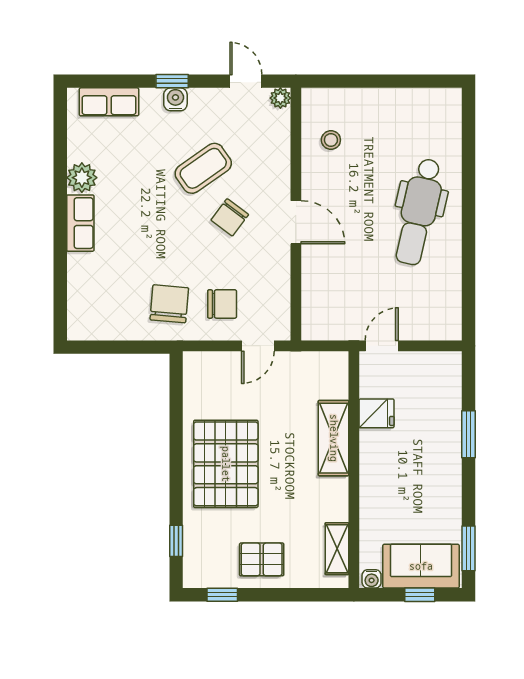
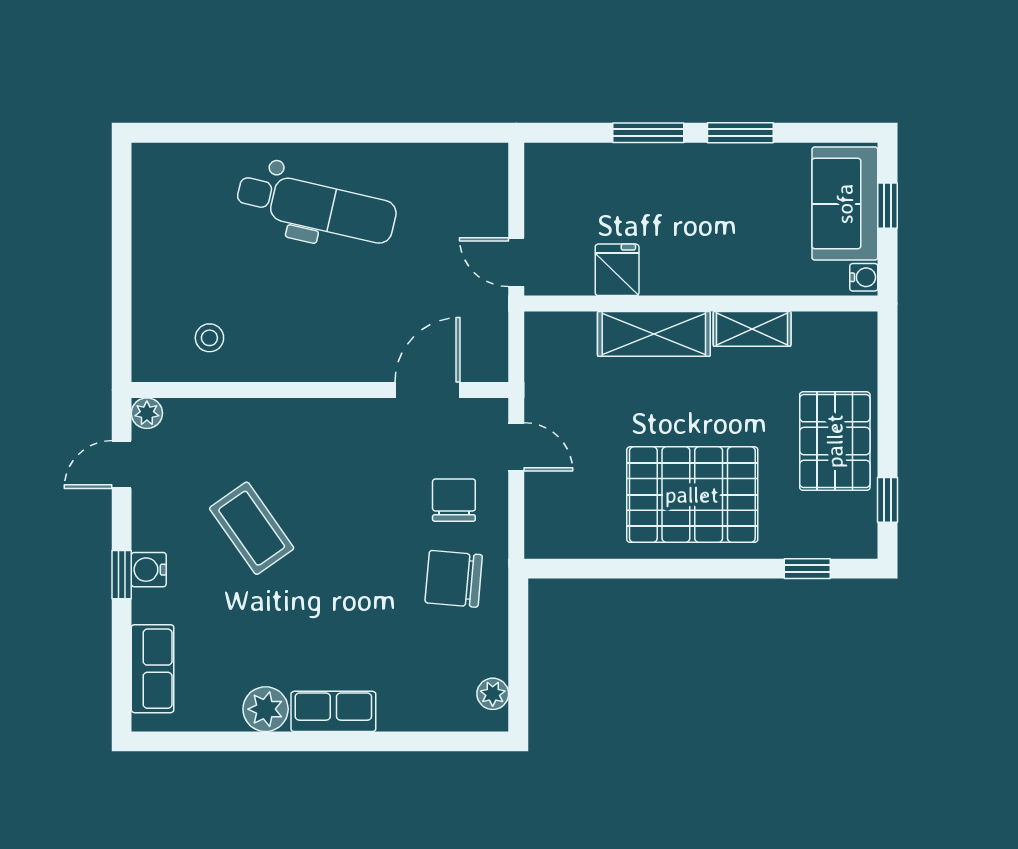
chair: (230, 217) -> (325, 489), removed
door: (296, 222) -> (427, 390), moved
plant: (92, 330) -> (493, 694), added
window: (468, 548) -> (740, 133), moved
shelving: (337, 549) -> (752, 329), moved
pallet: (262, 559) -> (835, 441), width x1.50, depth x1.42

